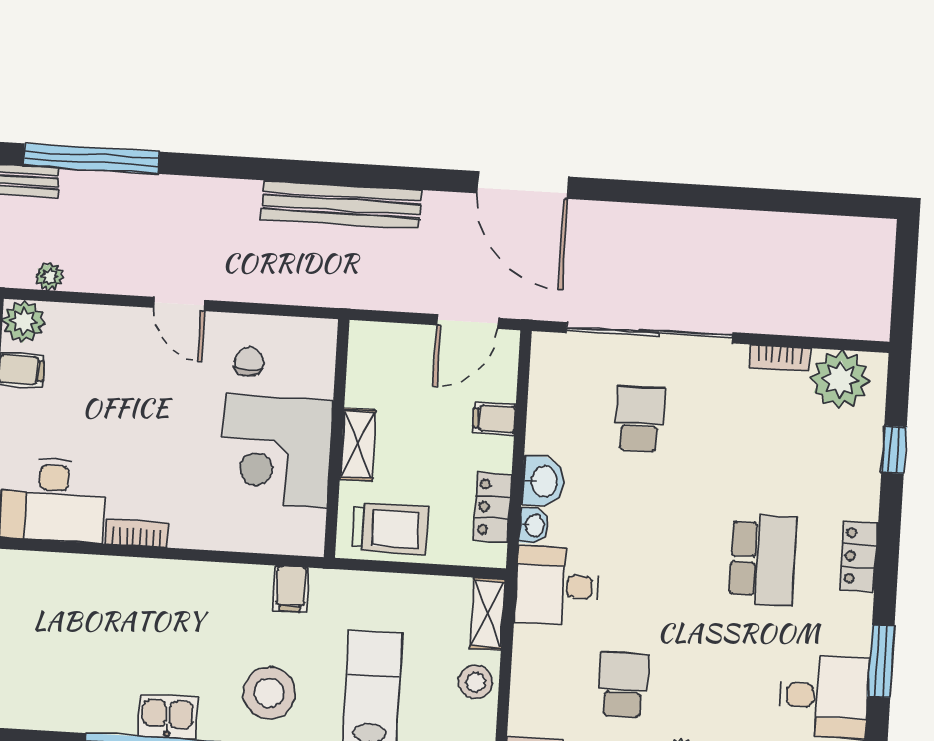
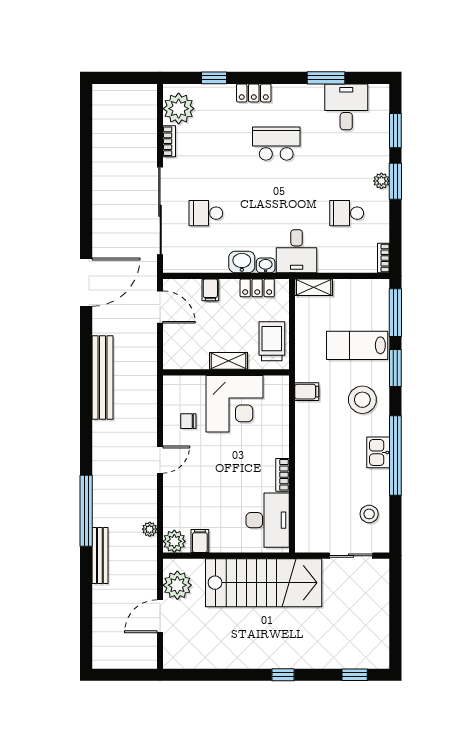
locker: (859, 556) -> (254, 93), moved
stool: (476, 682) -> (369, 514), moved

